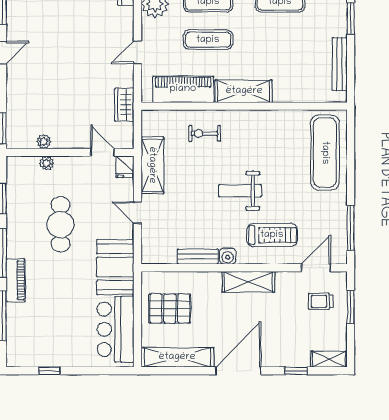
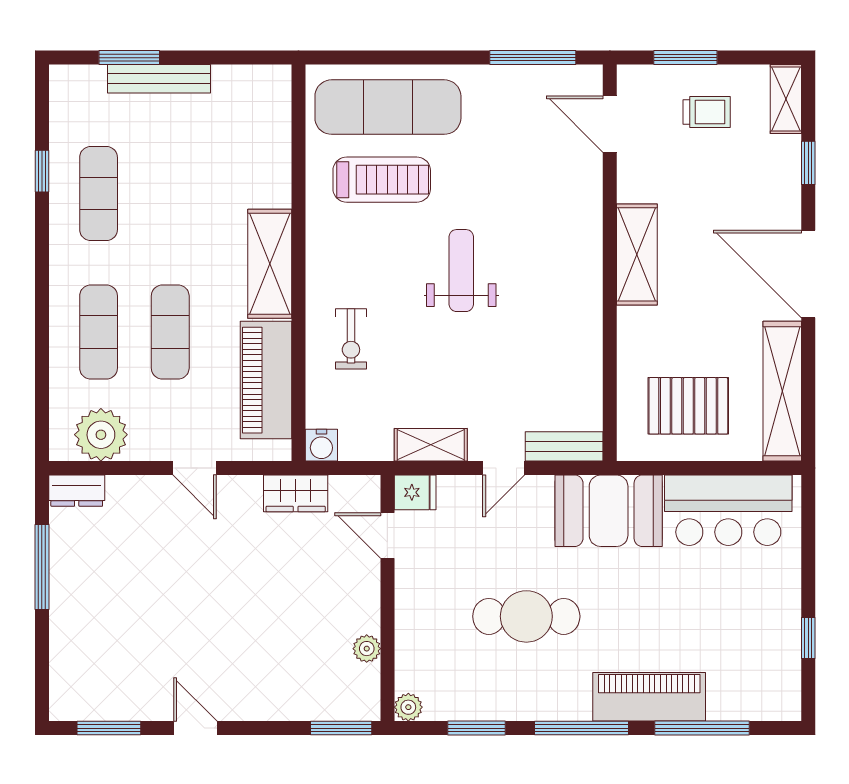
bench: (340, 64) -> (159, 79), moved
door: (102, 152) -> (387, 536), hinge flipped
plant: (47, 163) -> (408, 707), moved
shelving: (152, 165) -> (431, 445), width x0.67, depth x0.75
weight bench: (240, 191) -> (461, 271), turned 180
treadmill: (272, 235) -> (382, 180), moved, turned 90
water cooler: (228, 256) -> (321, 445), moved, turned 90
bench: (198, 257) -> (564, 446), moved, turned 90
piano: (16, 280) -> (649, 697), width x1.37, depth x1.33
trolley: (321, 301) -> (707, 112), moved, turned -90
pallet: (170, 309) -> (688, 406), turned 90

